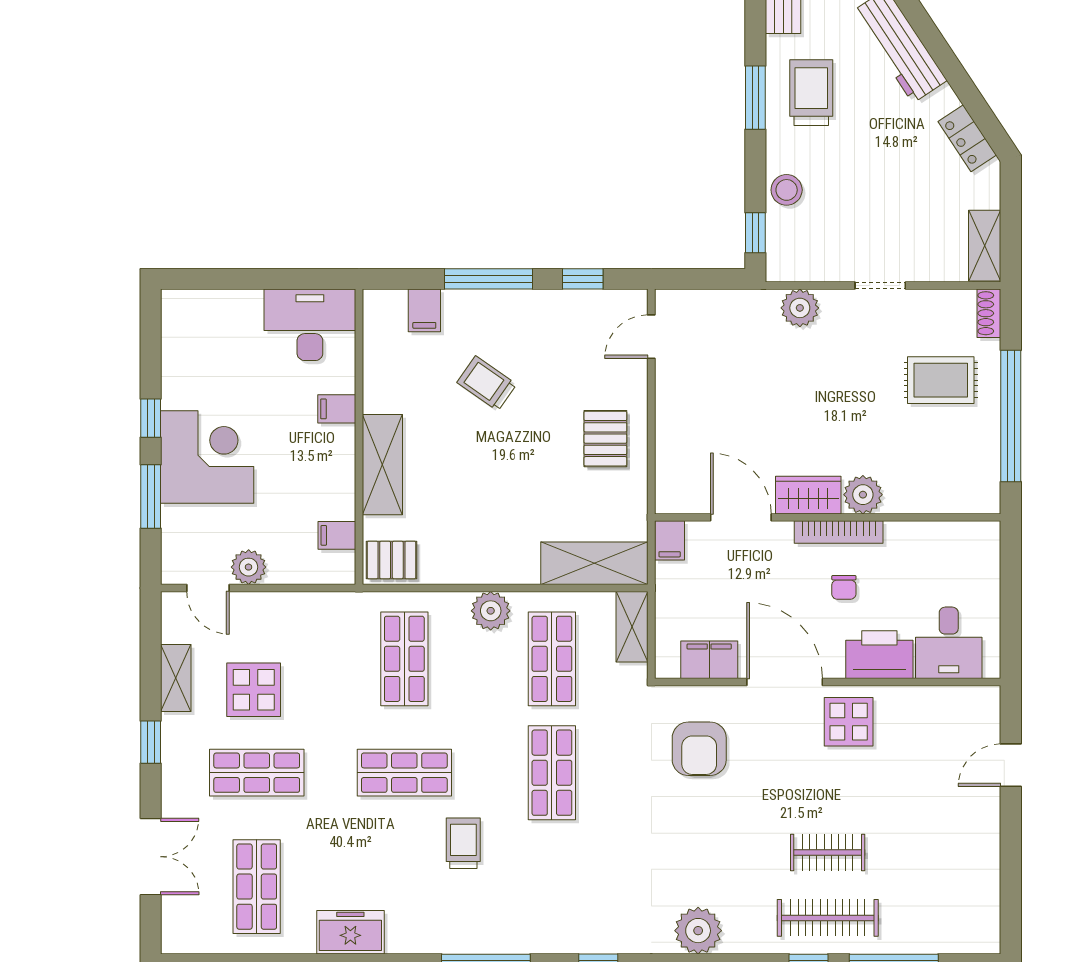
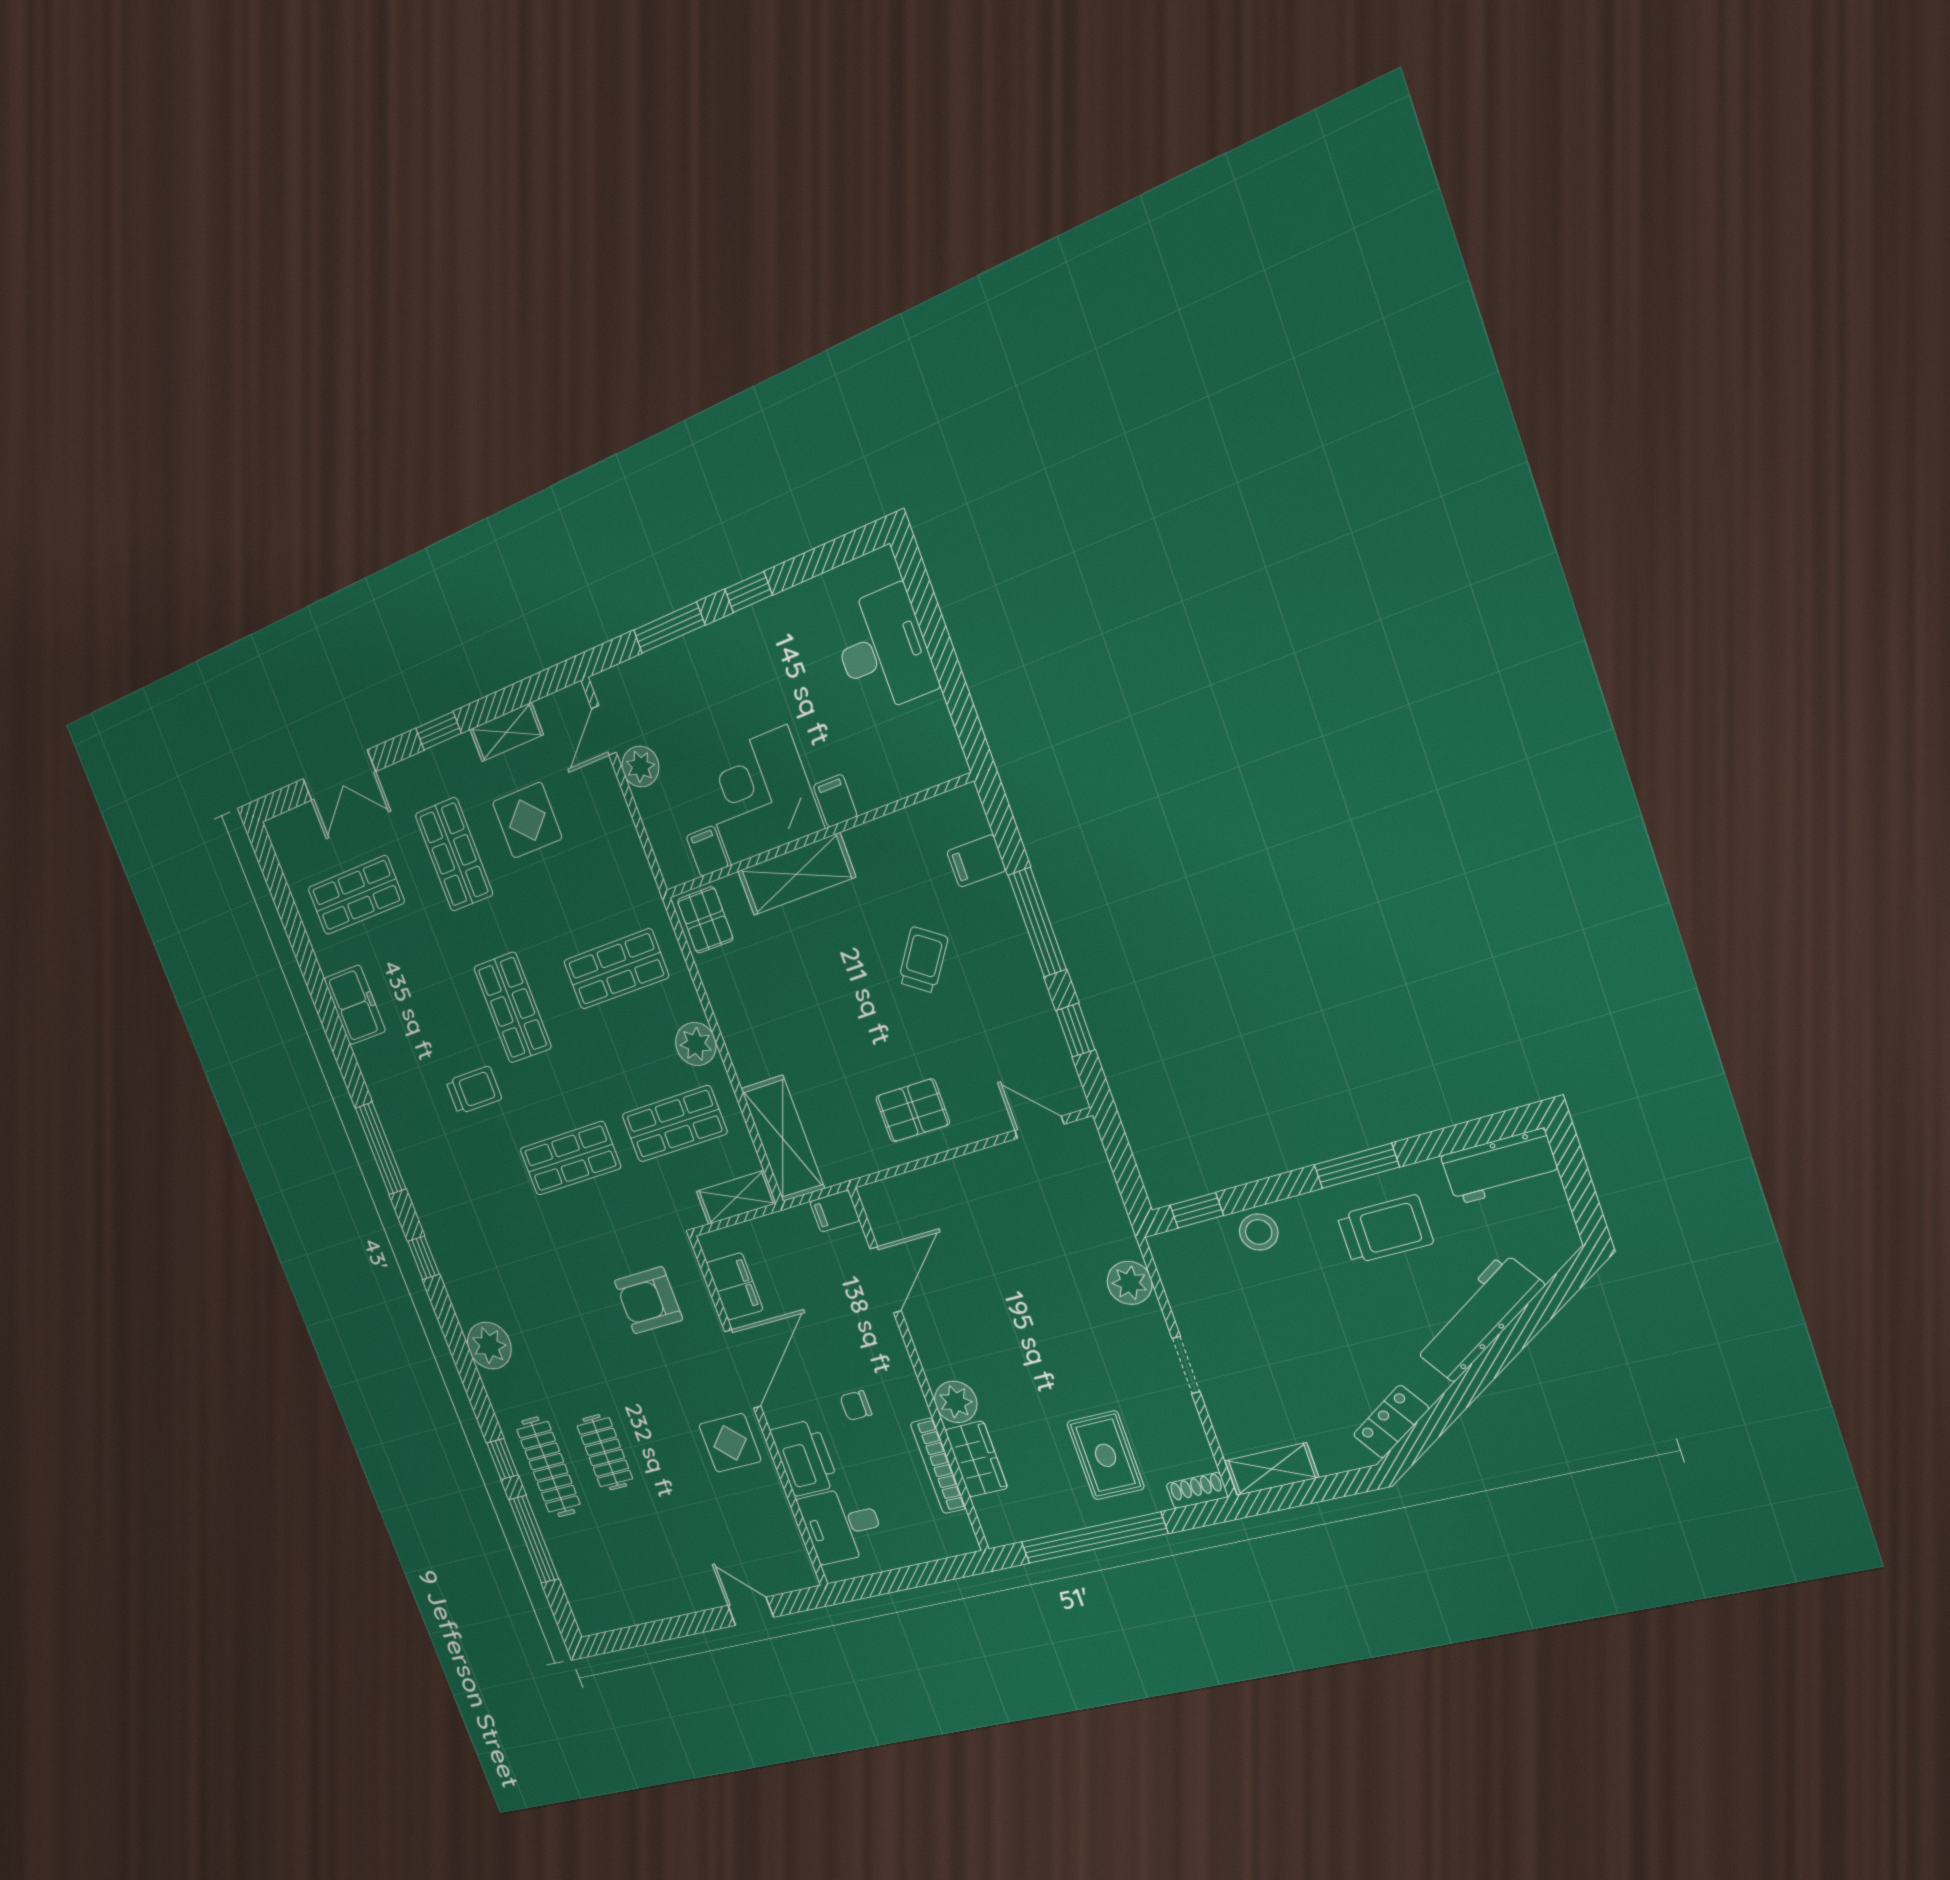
desk: (310, 325) -> (883, 650), moved
corner desk: (207, 457) -> (759, 796), moved, turned 180
wardrobe: (808, 495) -> (976, 1459), moved
bookcase: (839, 532) -> (938, 1466), moved

